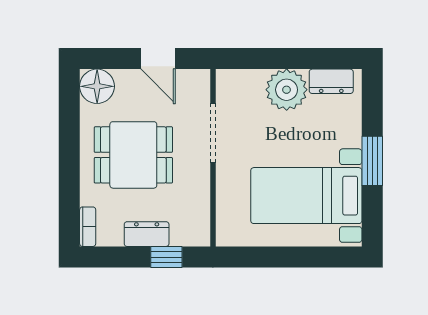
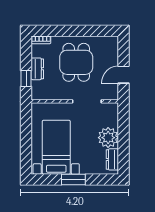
floor lamp: (97, 86) -> (110, 44), removed

